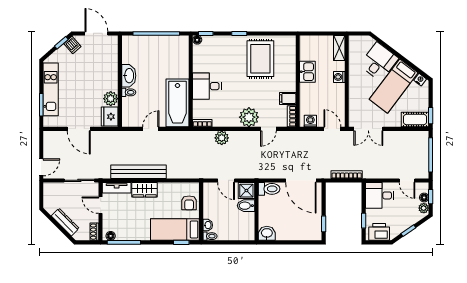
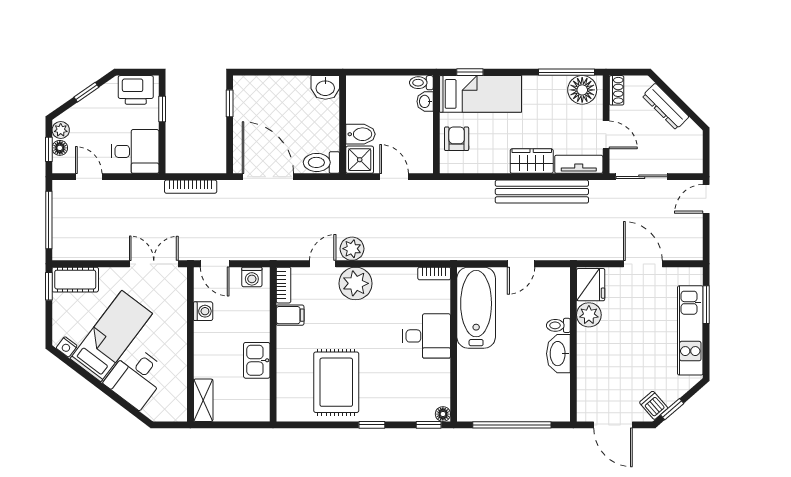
washing machine: (339, 77) -> (203, 311), moved
plant: (222, 138) -> (352, 249), moved
floor lamp: (111, 236) -> (582, 90), width x1.89, depth x1.89

